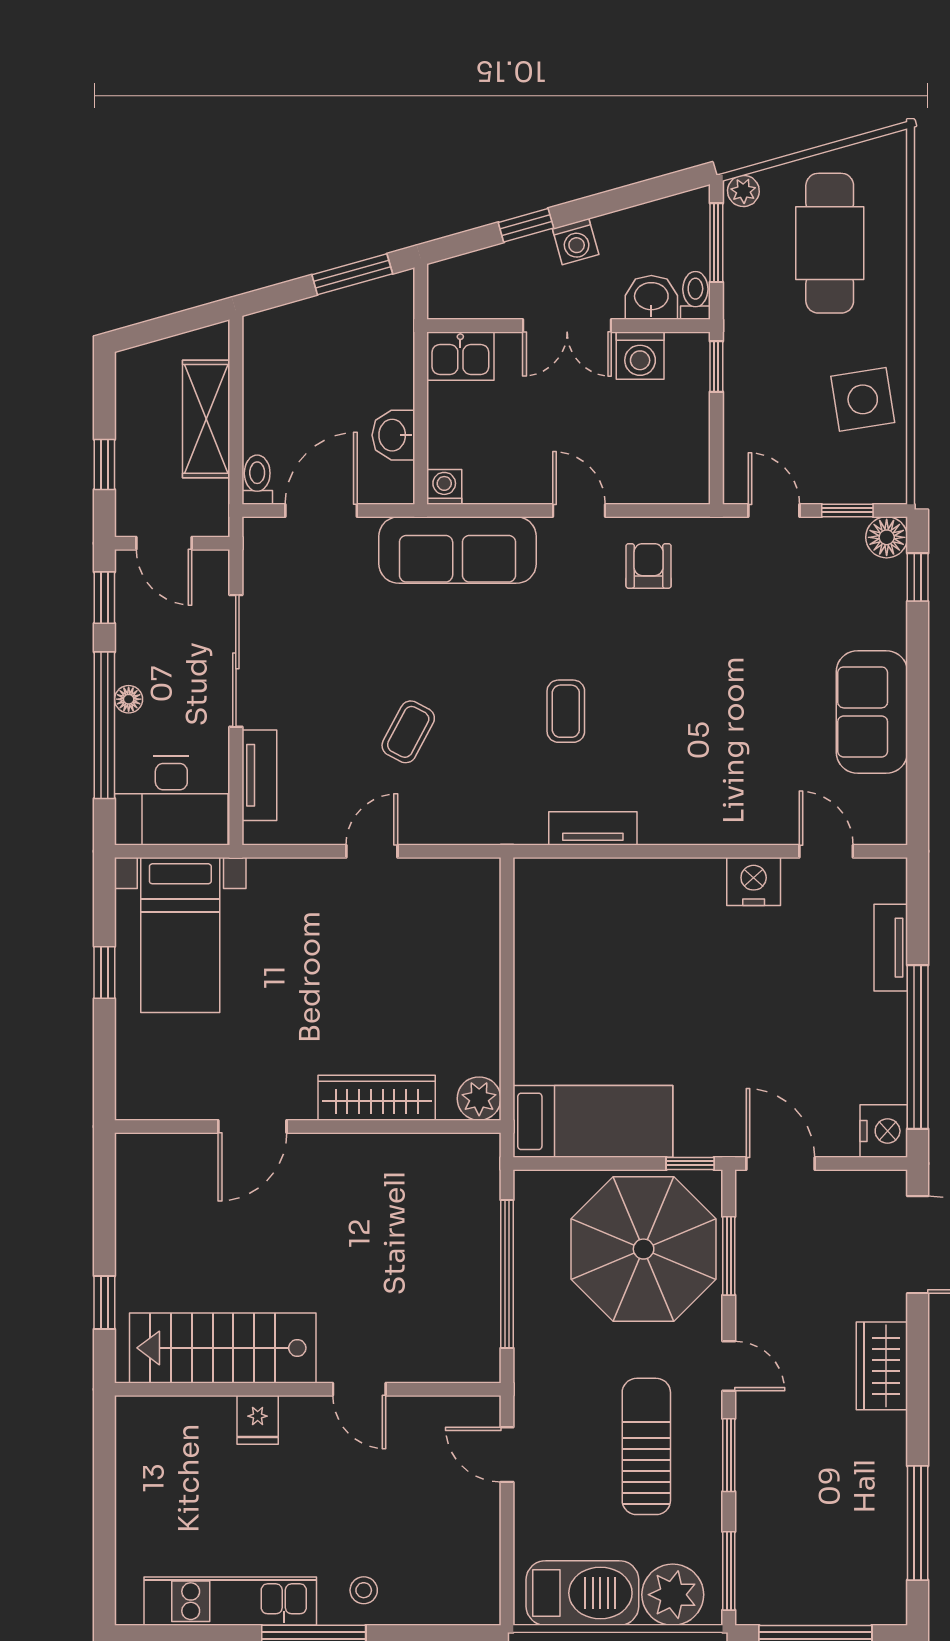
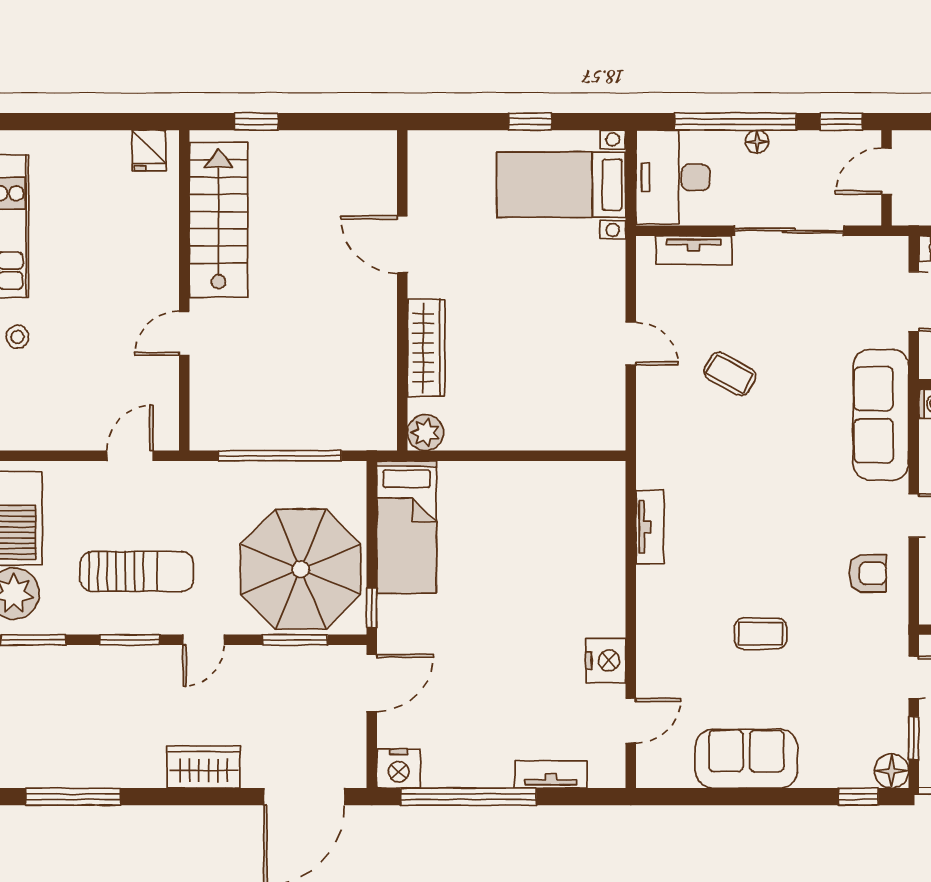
coffee table: (566, 711) -> (760, 634), moved
fridge: (258, 1420) -> (149, 150), moved, turned -90

